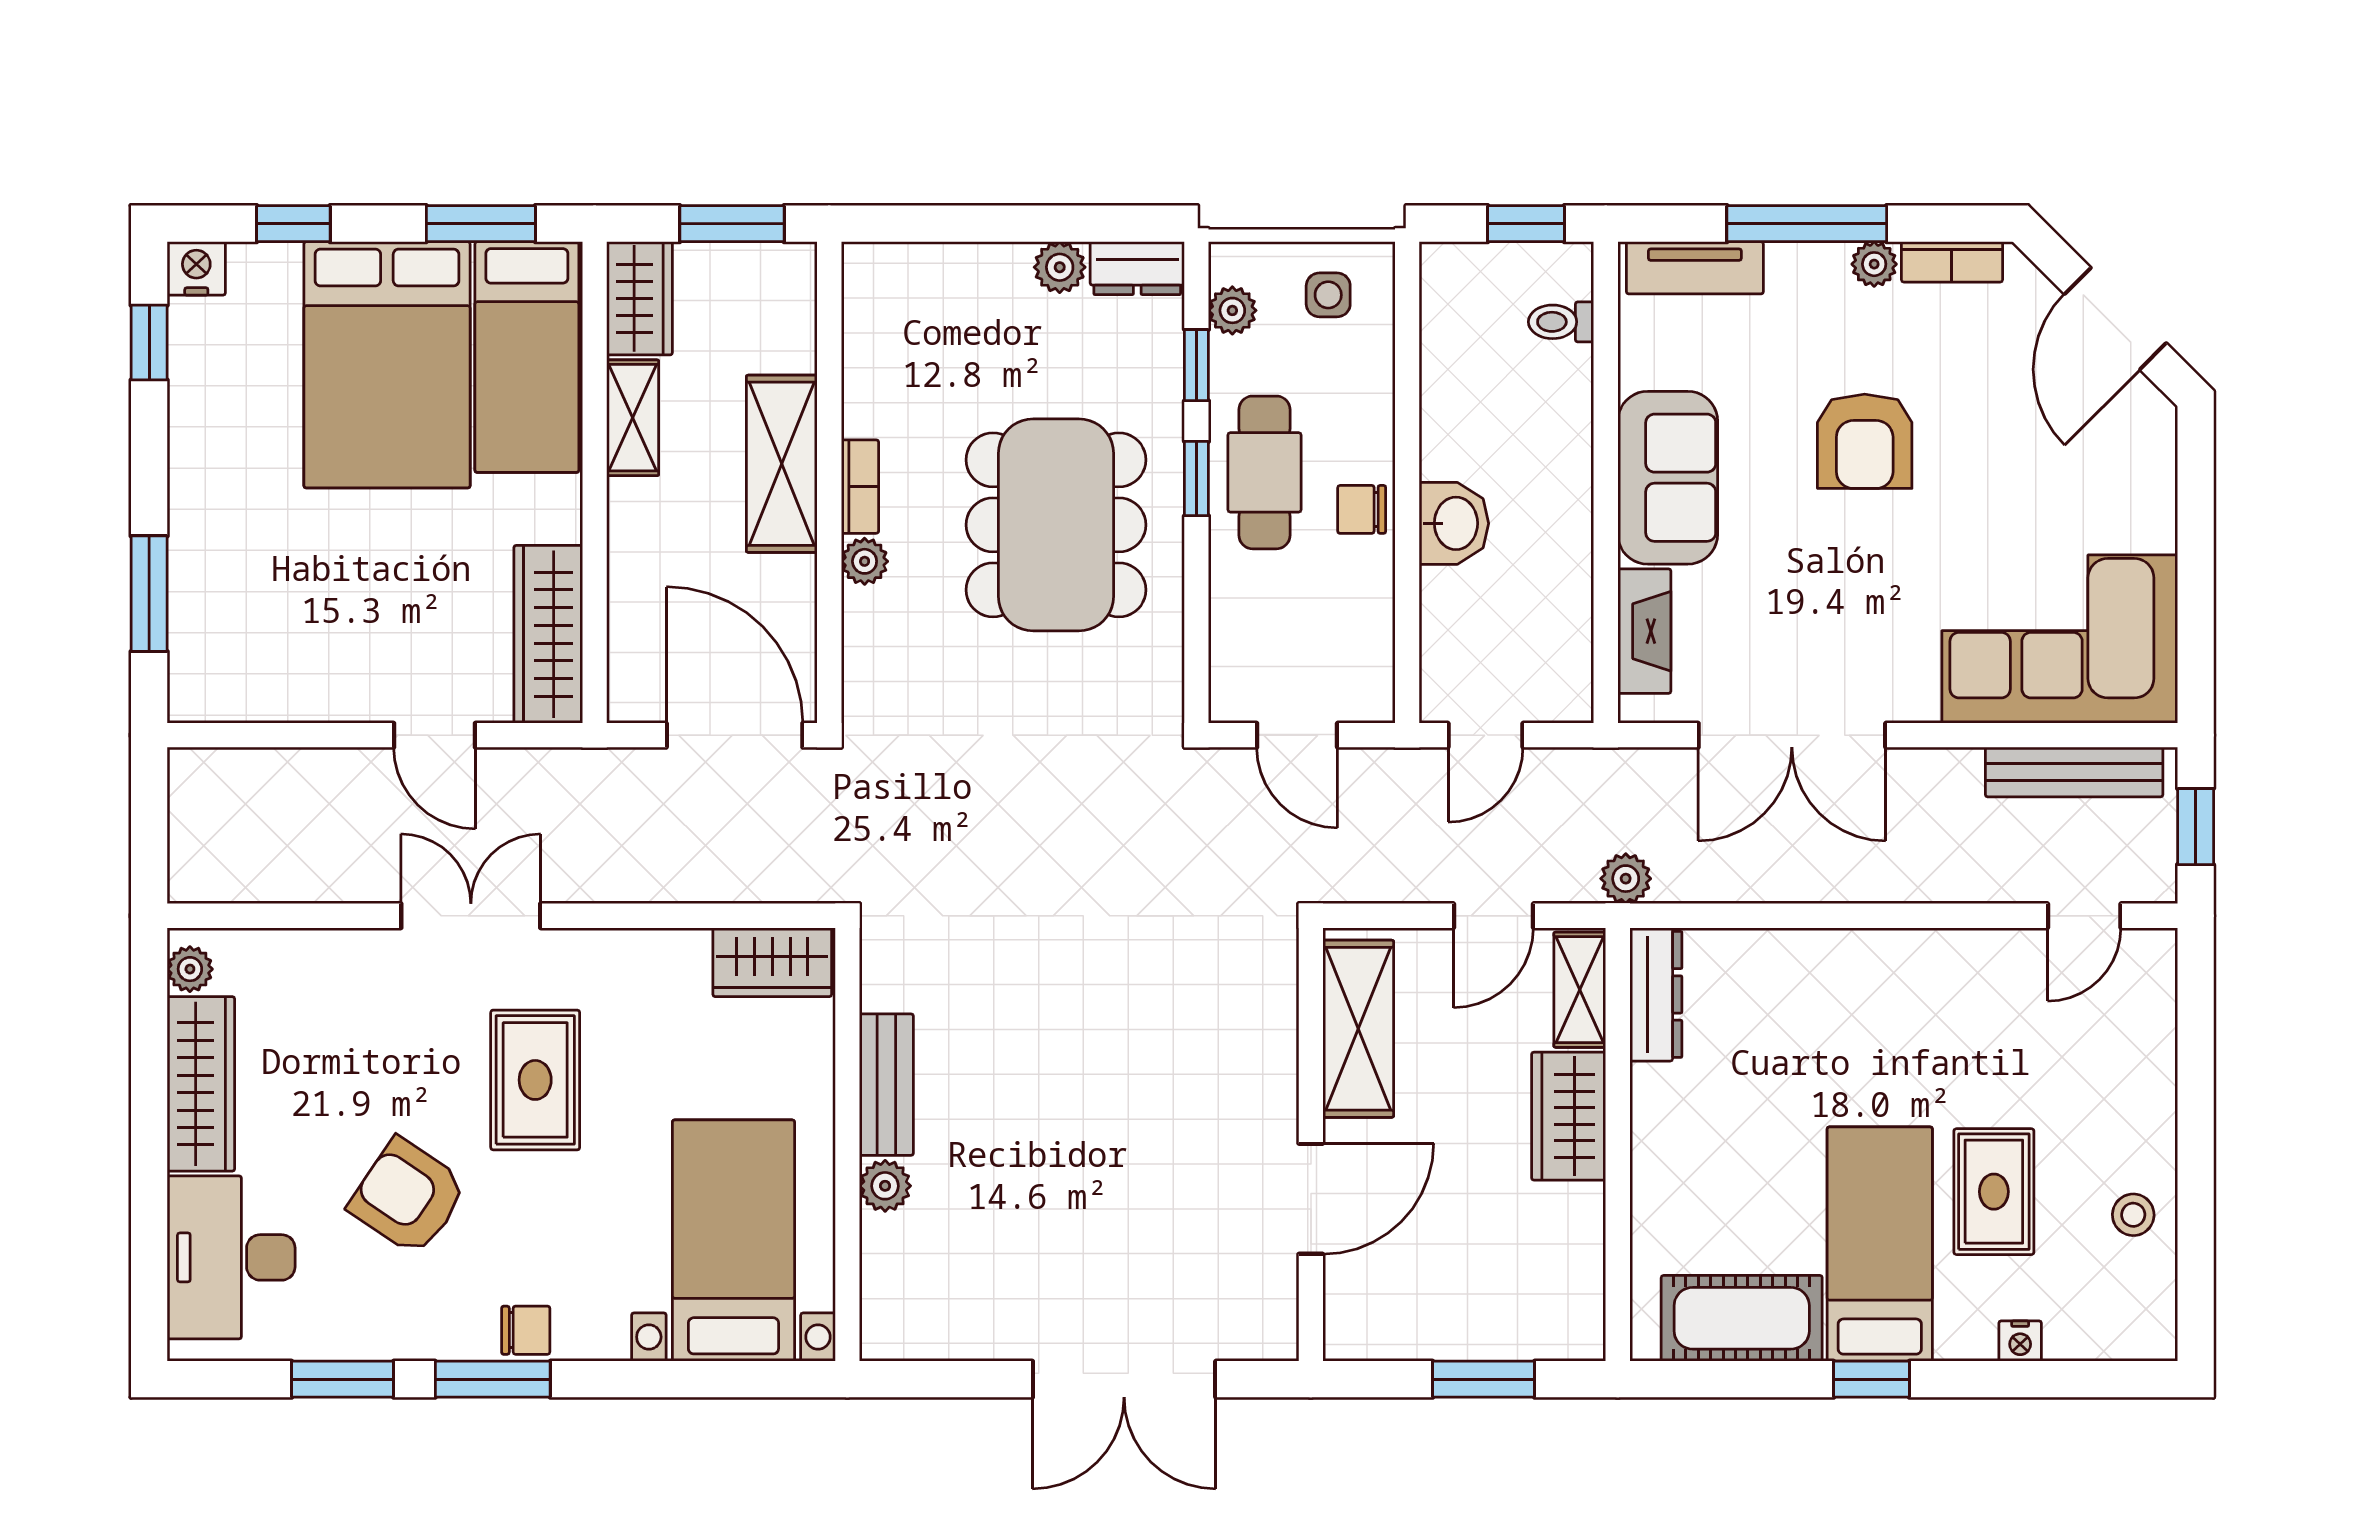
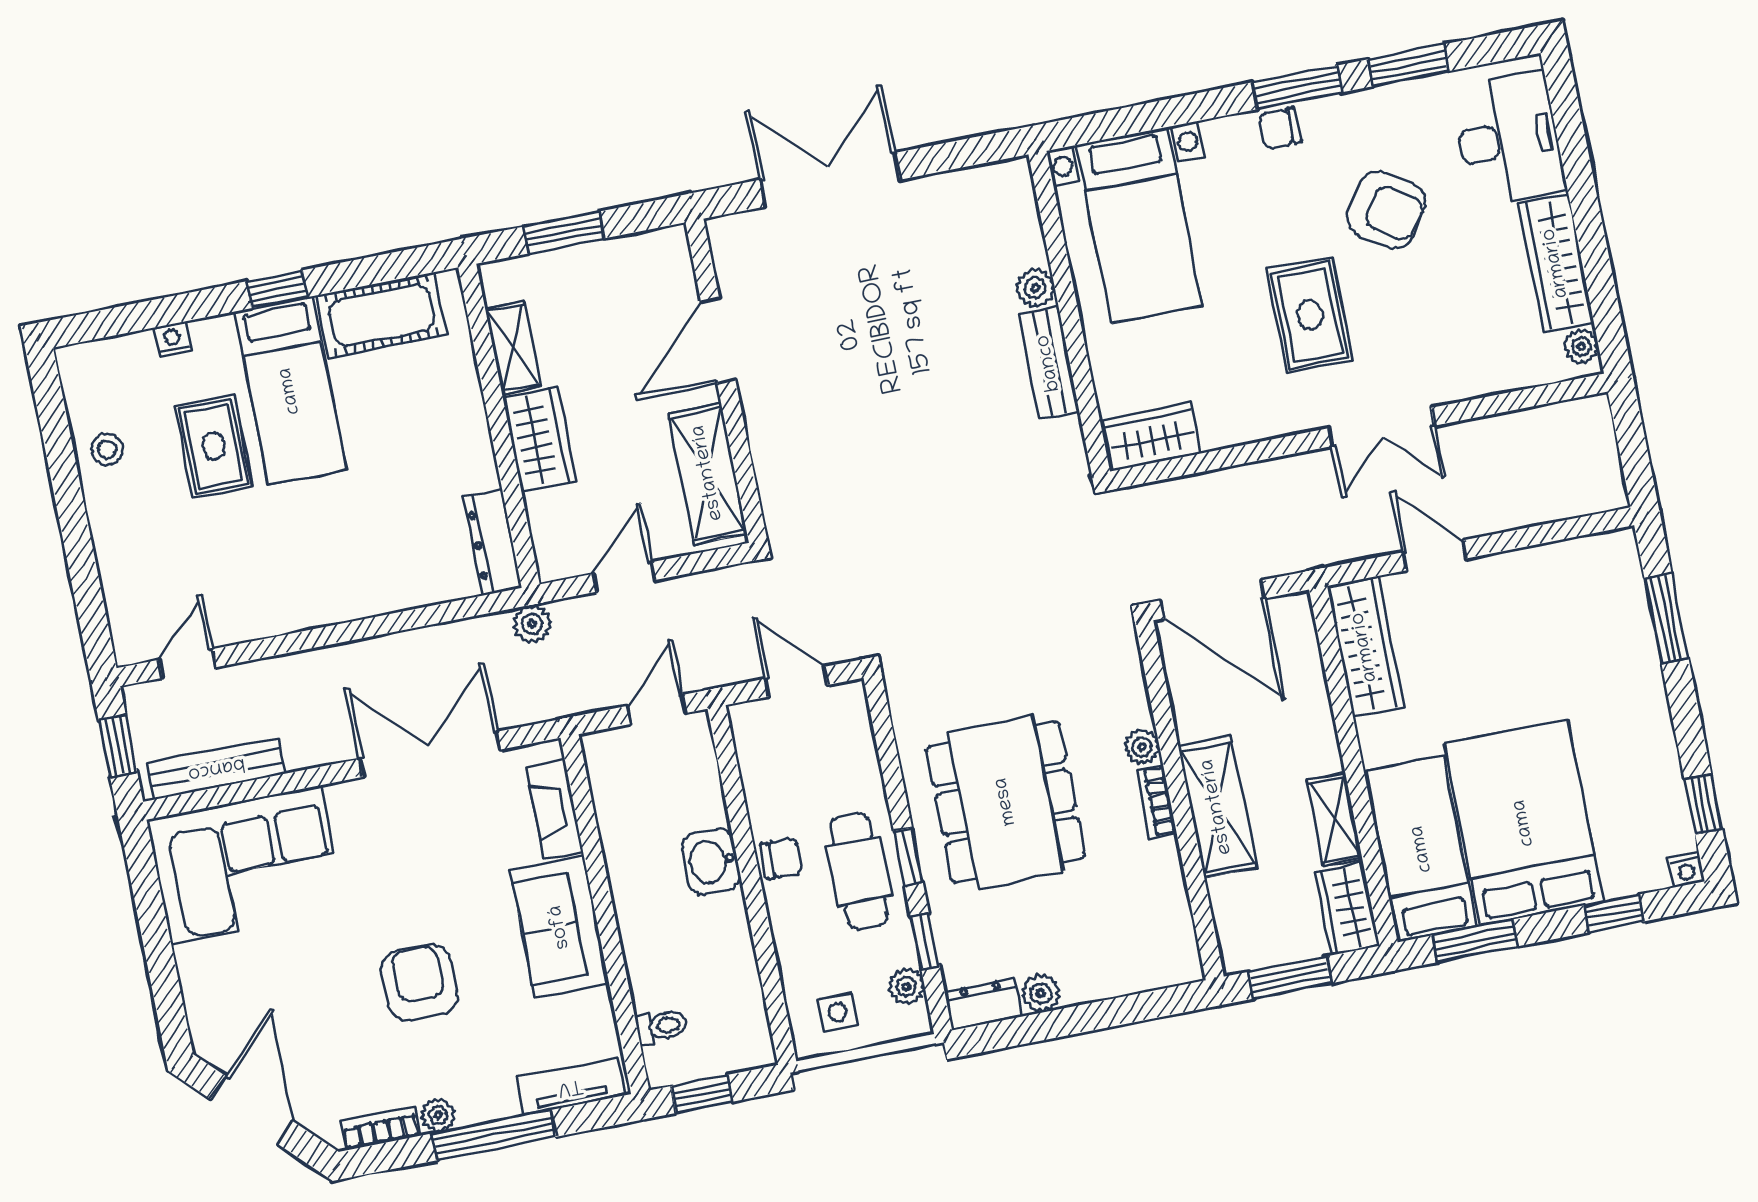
nightstand: (196, 268) -> (1686, 870), width x0.72, depth x0.74
shelving: (1580, 990) -> (513, 348), moved

